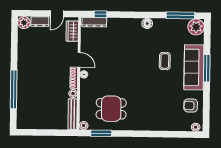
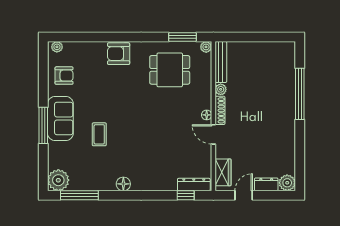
sofa: (194, 67) -> (60, 118), width x0.73
armchair: (149, 121) -> (119, 54), added

